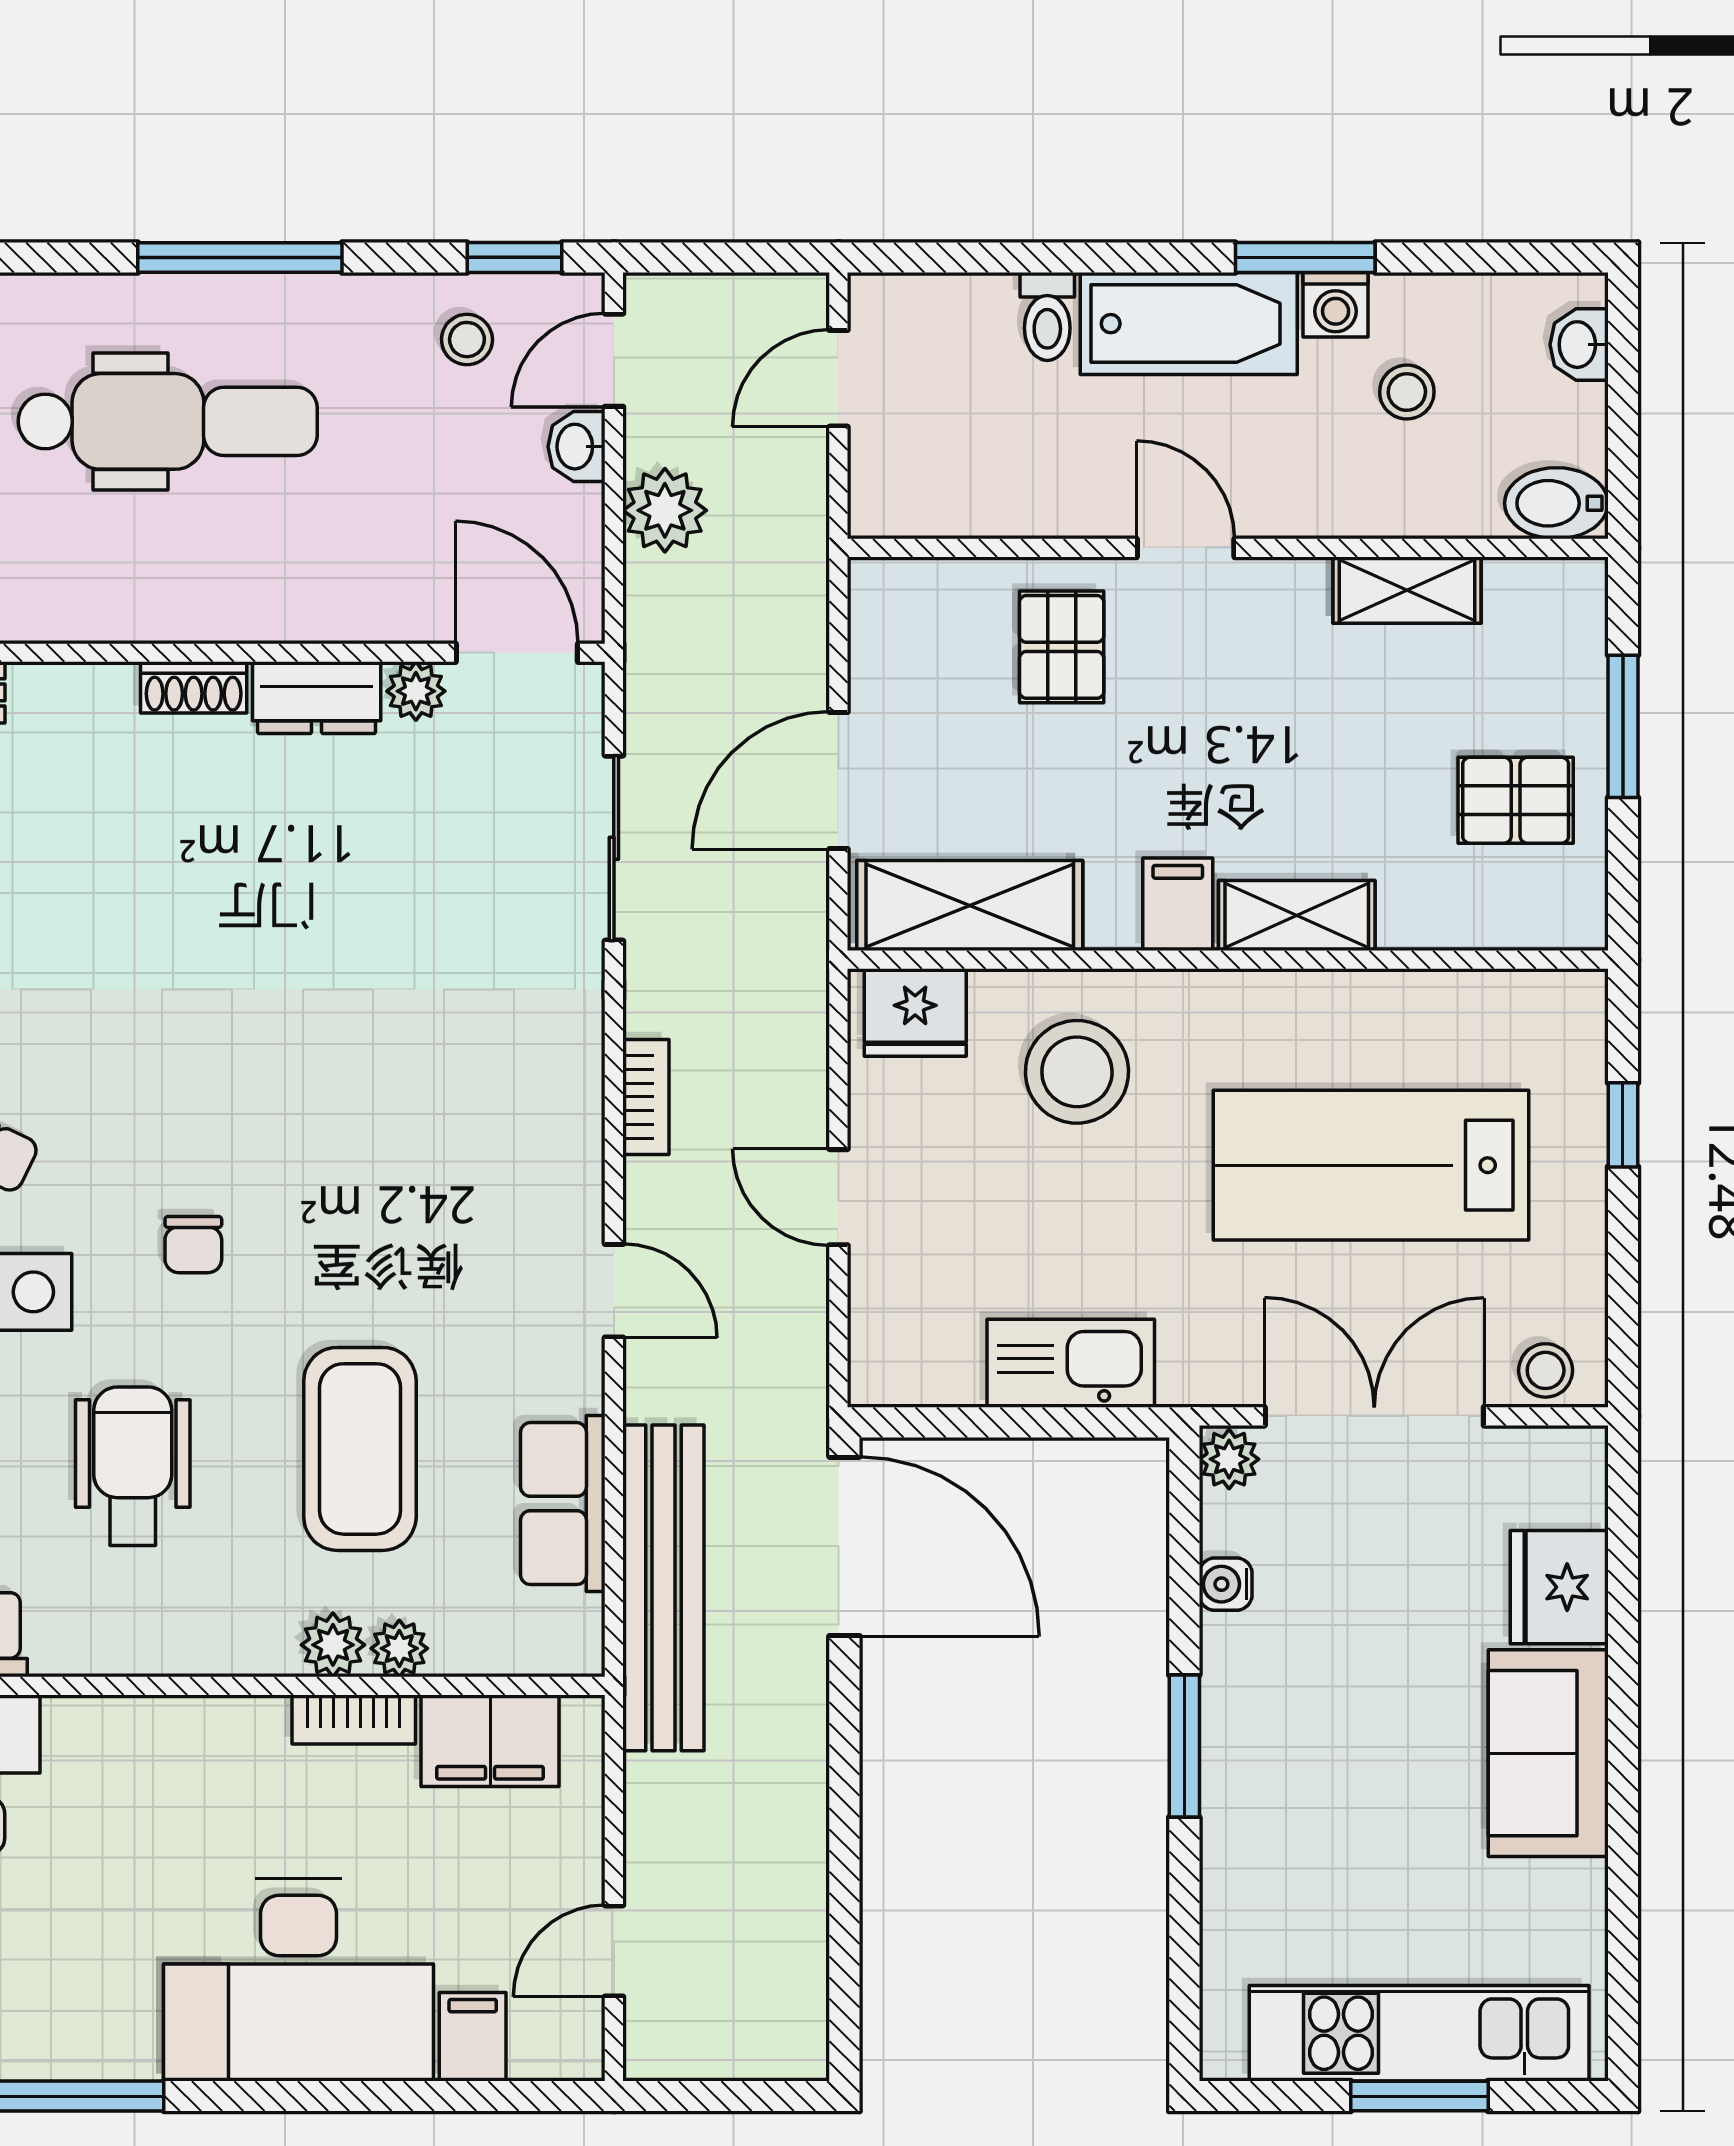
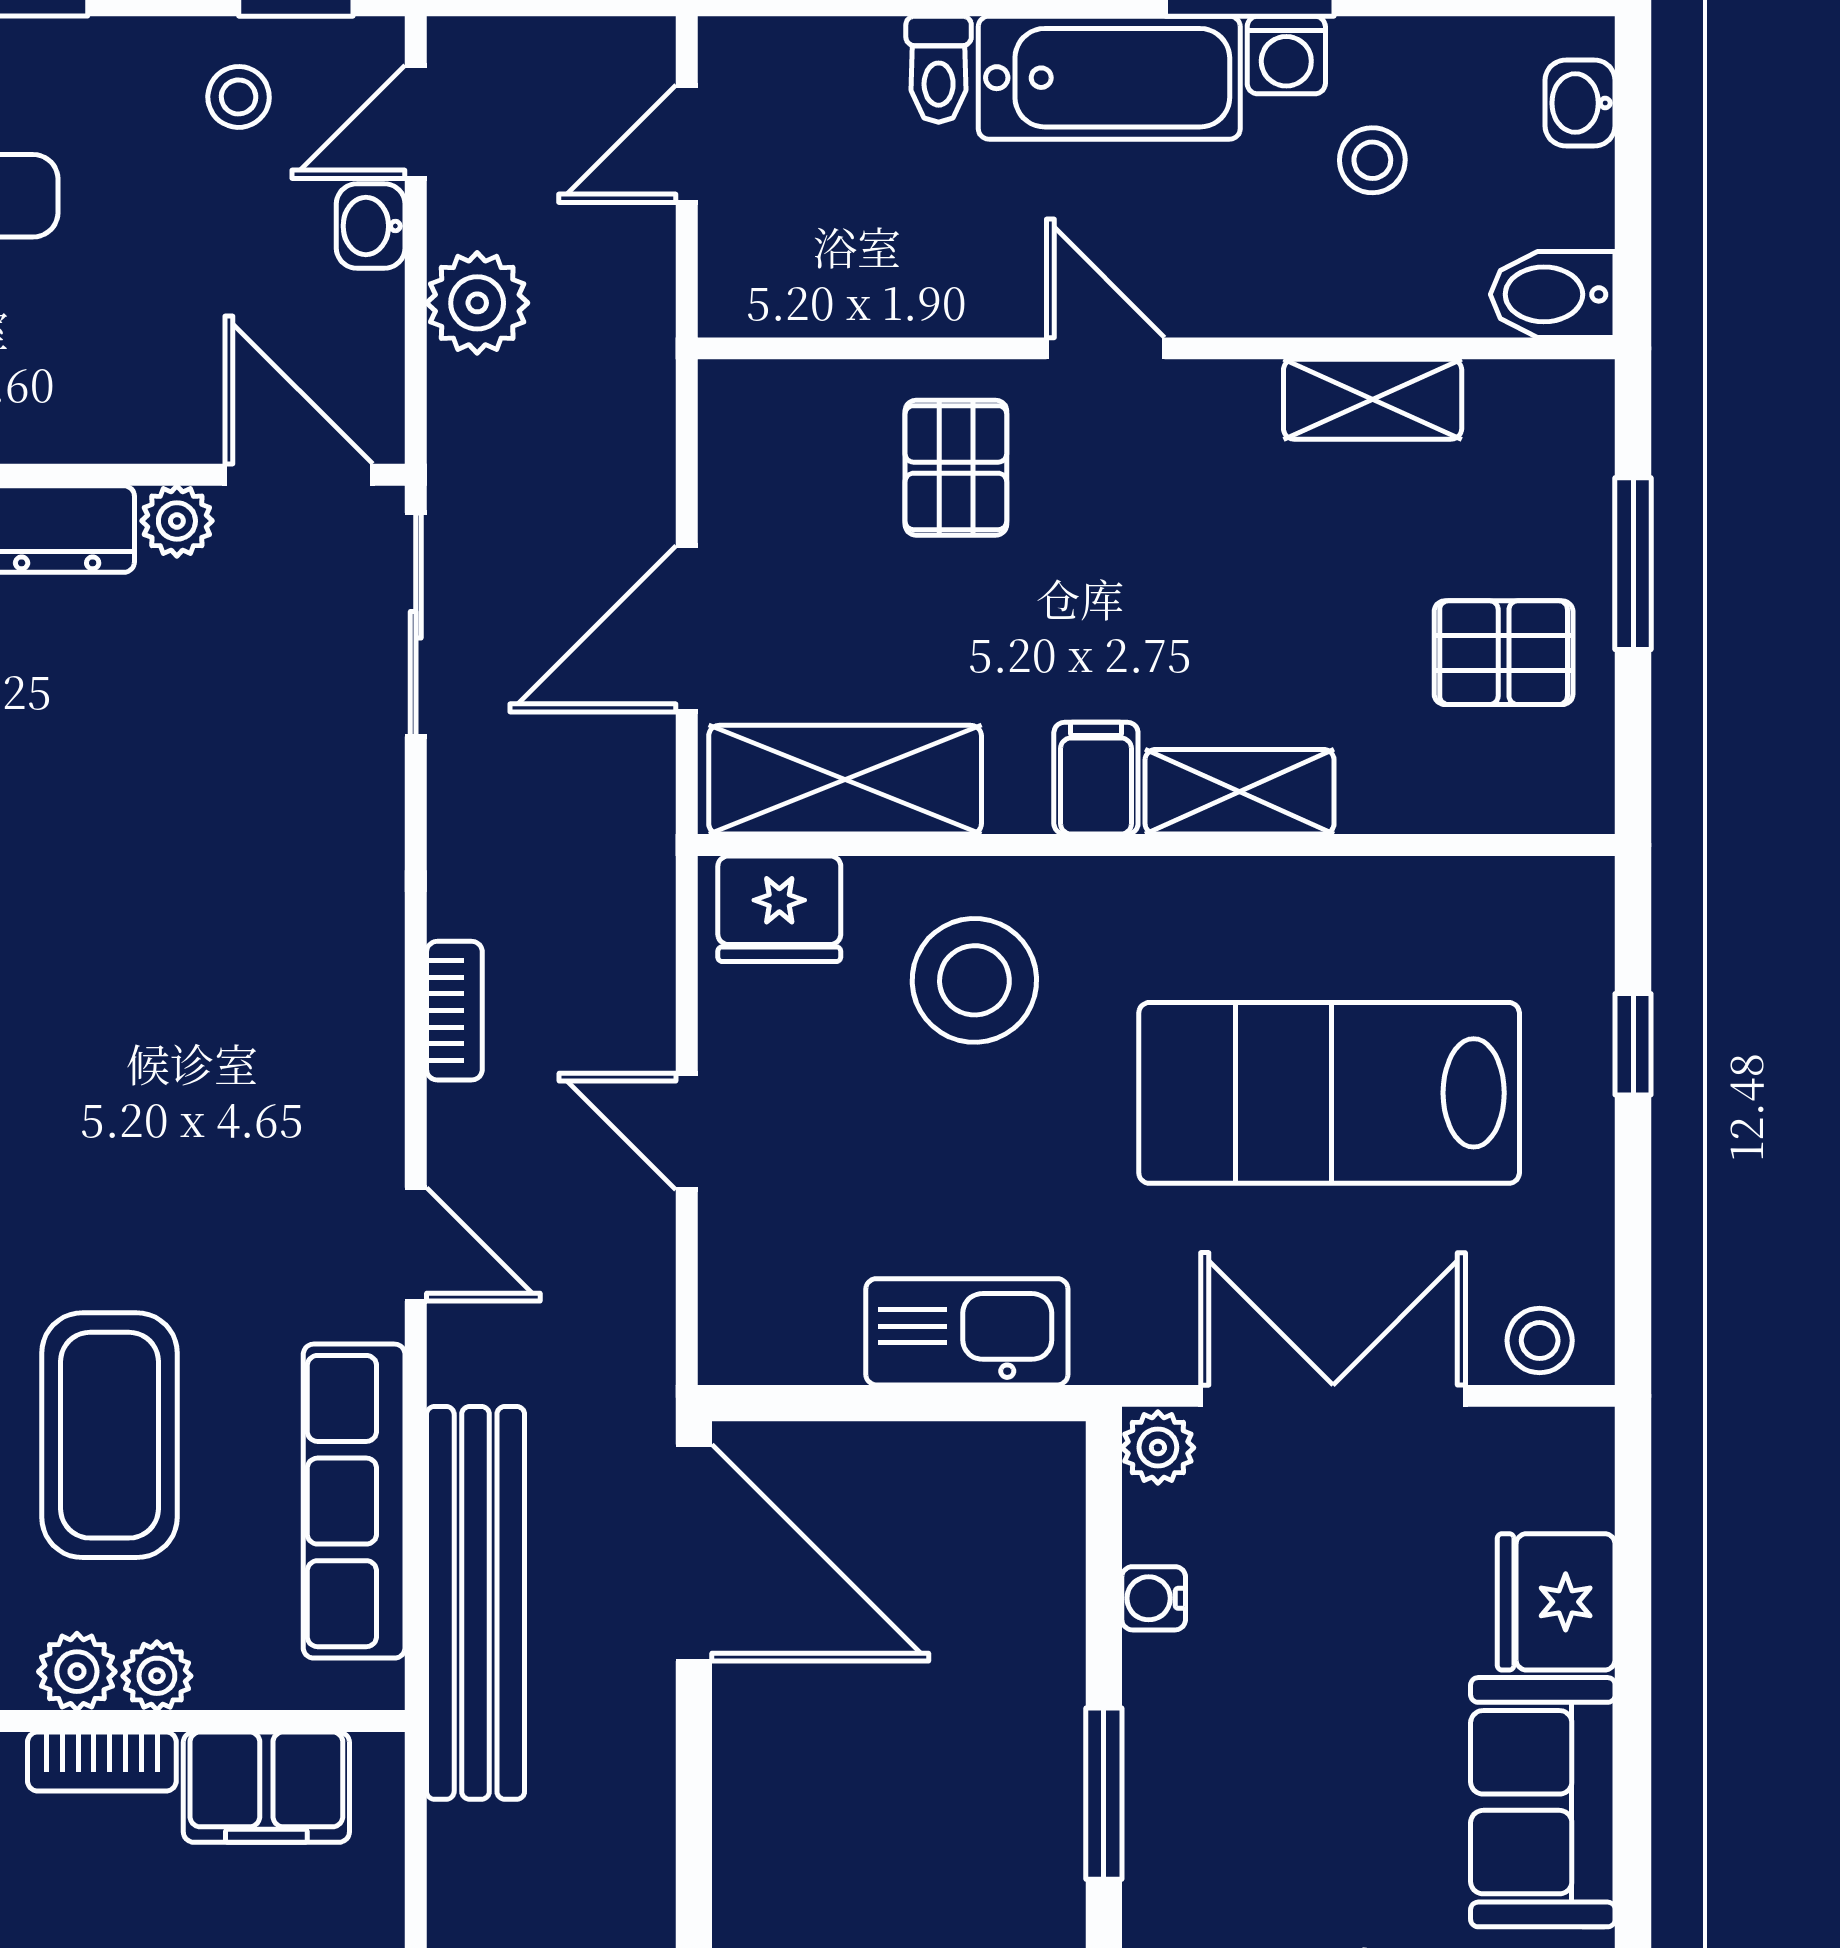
sliding door: (614, 848) -> (416, 625), moved
row of seats: (563, 1504) -> (354, 1501), width x1.48

